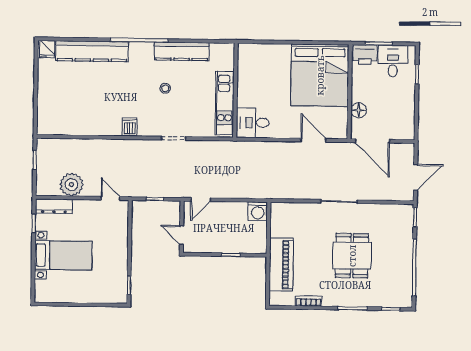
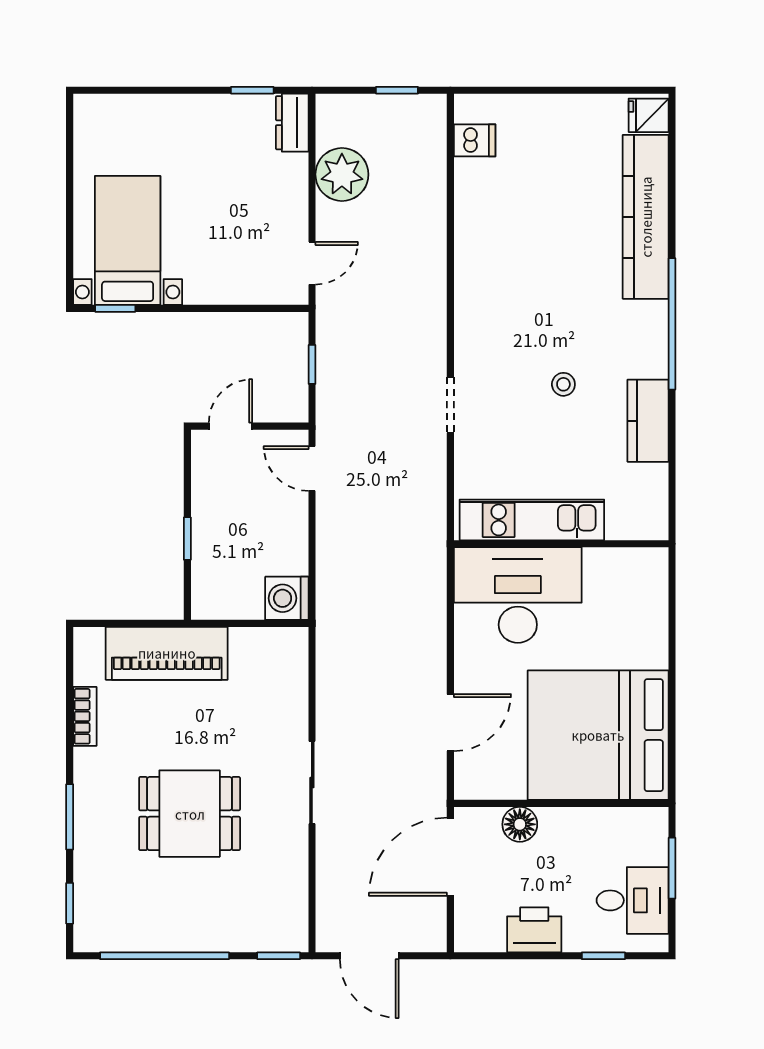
kitchen counter: (182, 51) -> (648, 421), width x0.67
printer: (365, 55) -> (534, 930), moved, turned 90
desk: (253, 123) -> (518, 595), width x1.87, depth x1.30
dishwasher: (130, 127) -> (475, 140), moved
dresser: (54, 206) -> (292, 123), width x0.70
bed with nightstands: (63, 255) -> (128, 240), moved, turned 180

